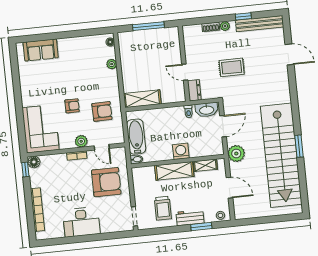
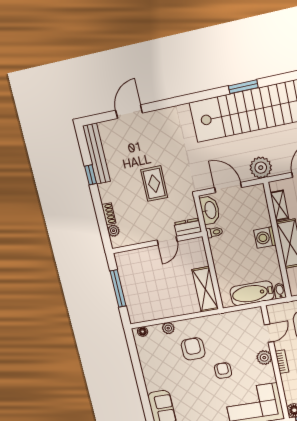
plant: (225, 26) -> (114, 231), moved
armchair: (102, 111) -> (193, 349), moved

